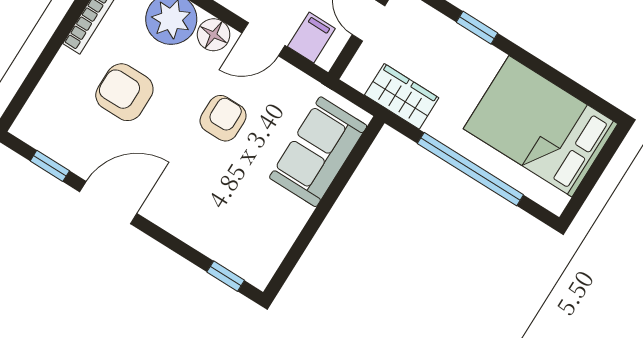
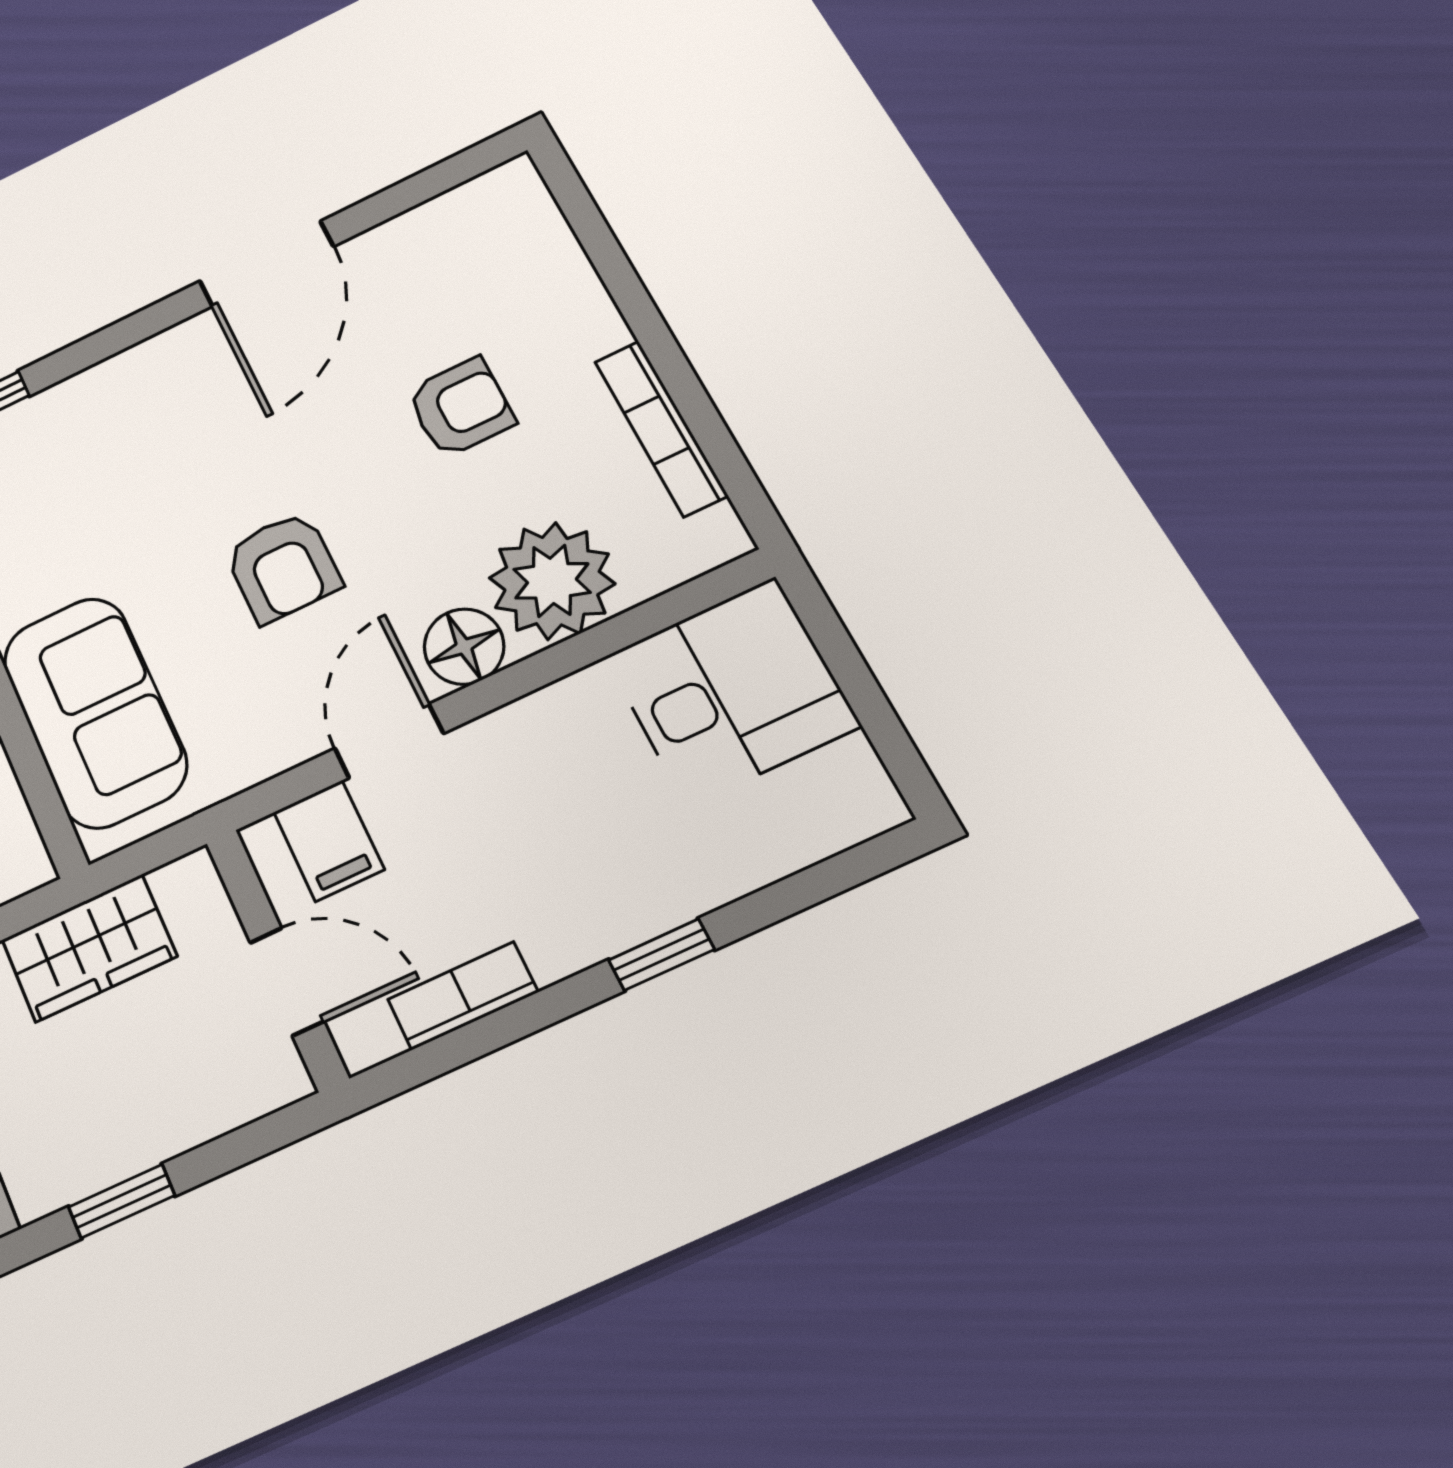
armchair: (124, 92) -> (461, 407), width x0.72, depth x0.72
window: (50, 166) -> (408, 194), removed

